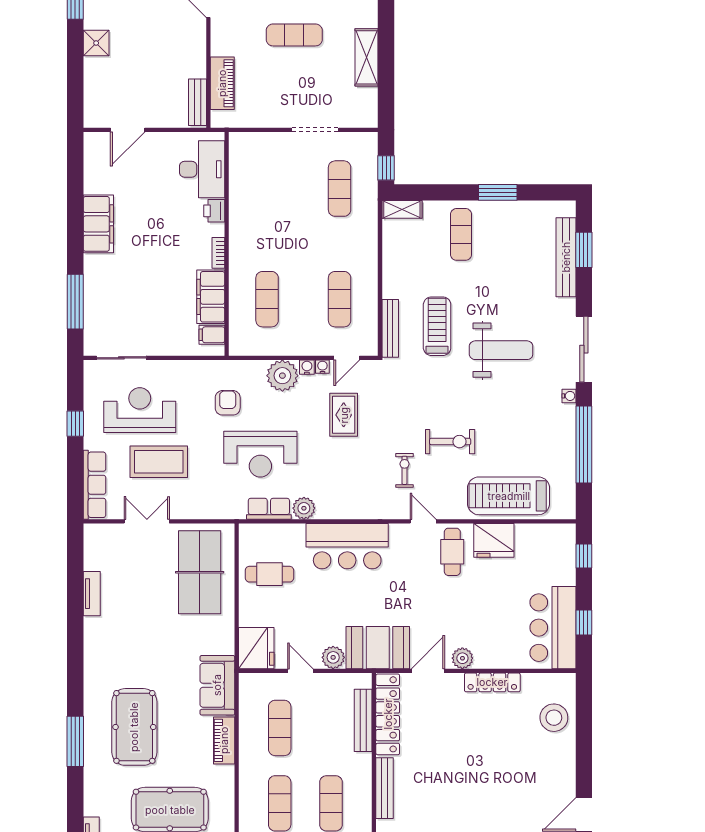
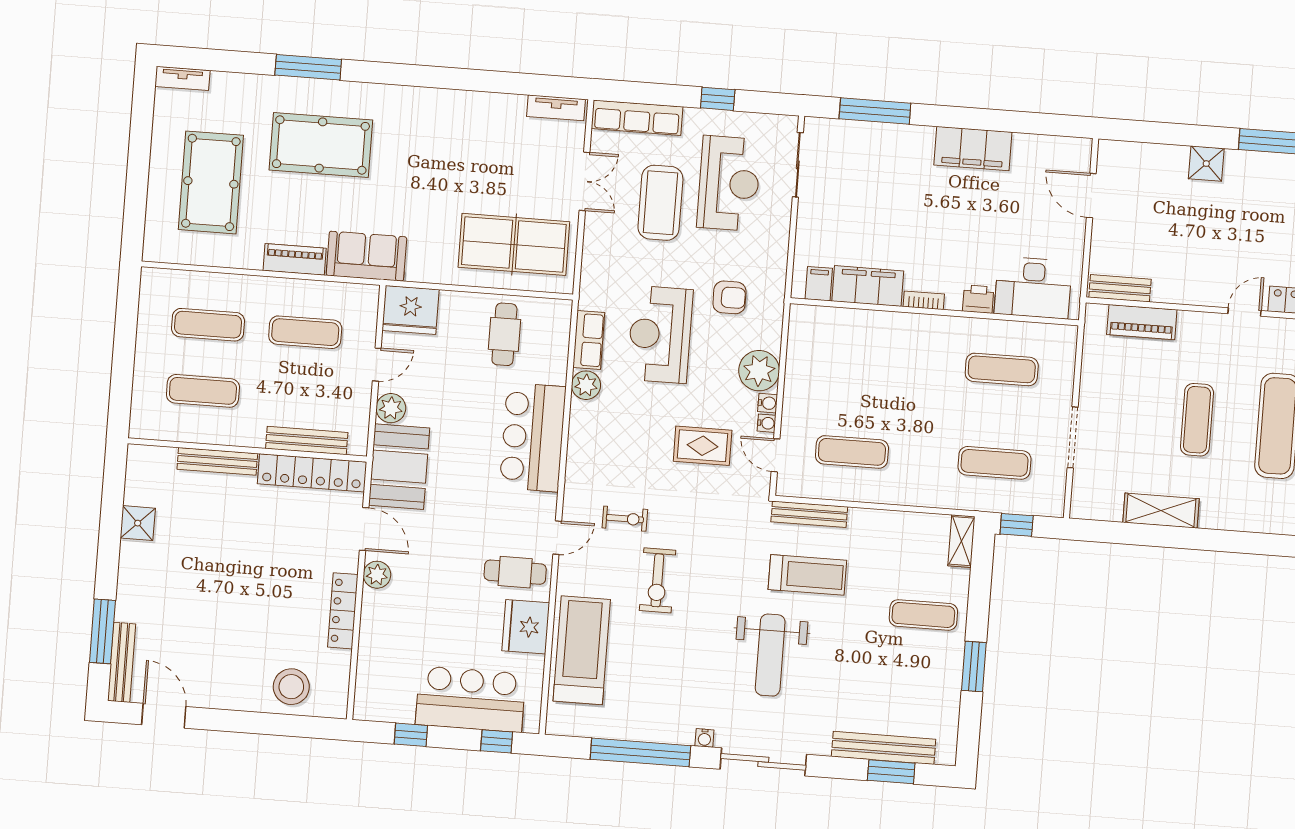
exercise mat: (267, 299) -> (1002, 369), moved
tv unit: (92, 594) -> (556, 108), moved
bar counter: (553, 628) -> (471, 699), moved

